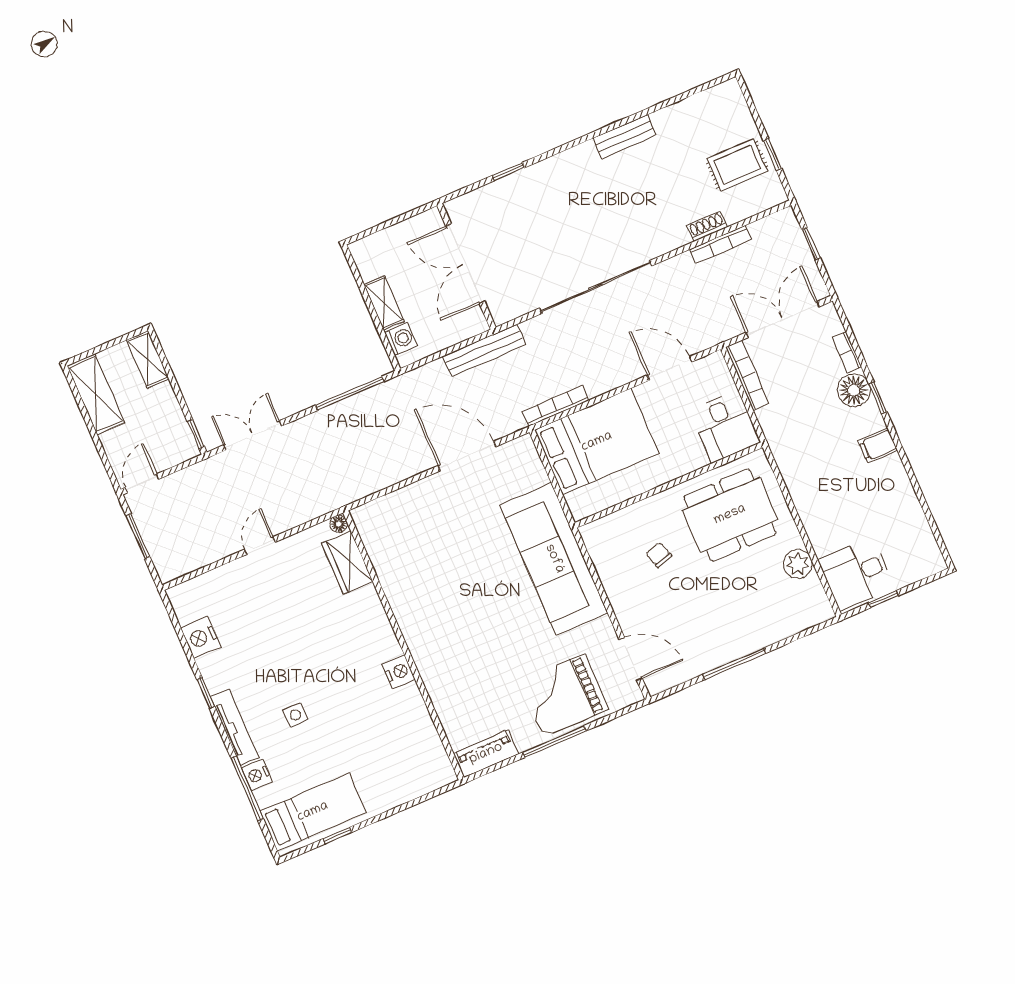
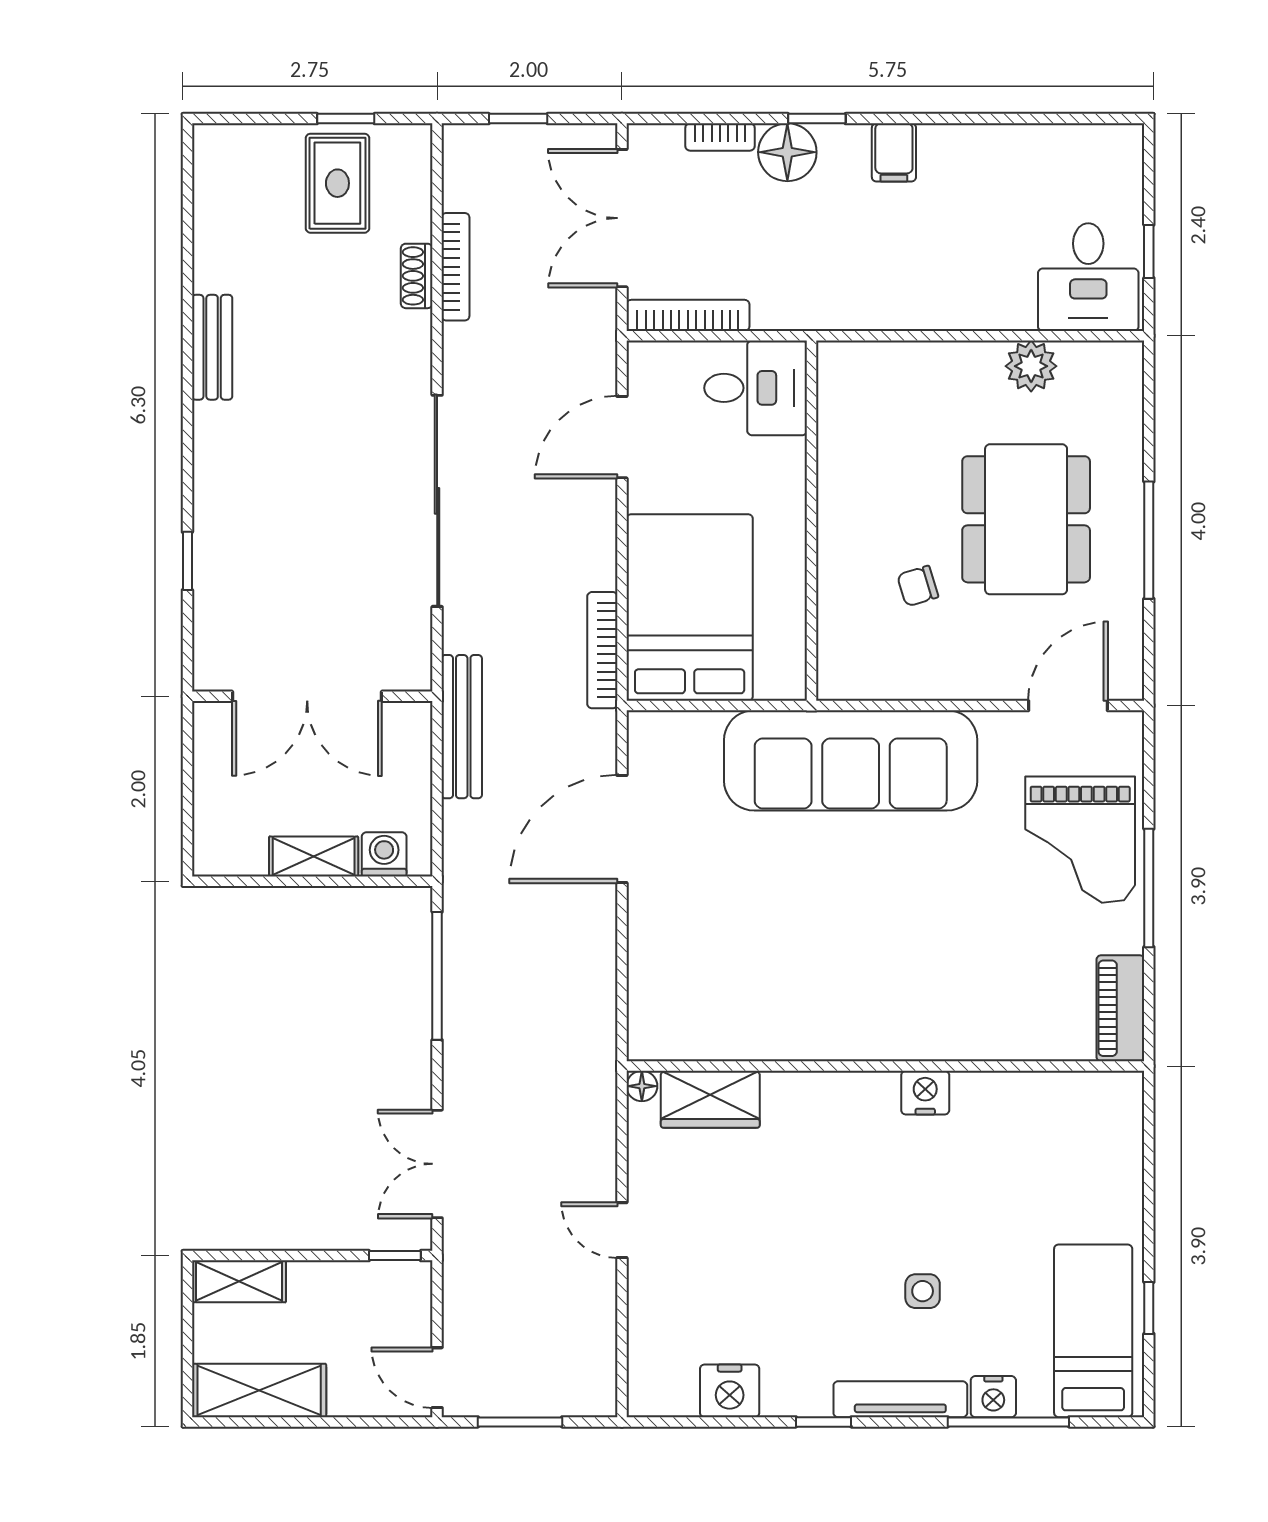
dining table: (730, 515) -> (1026, 519), moved

